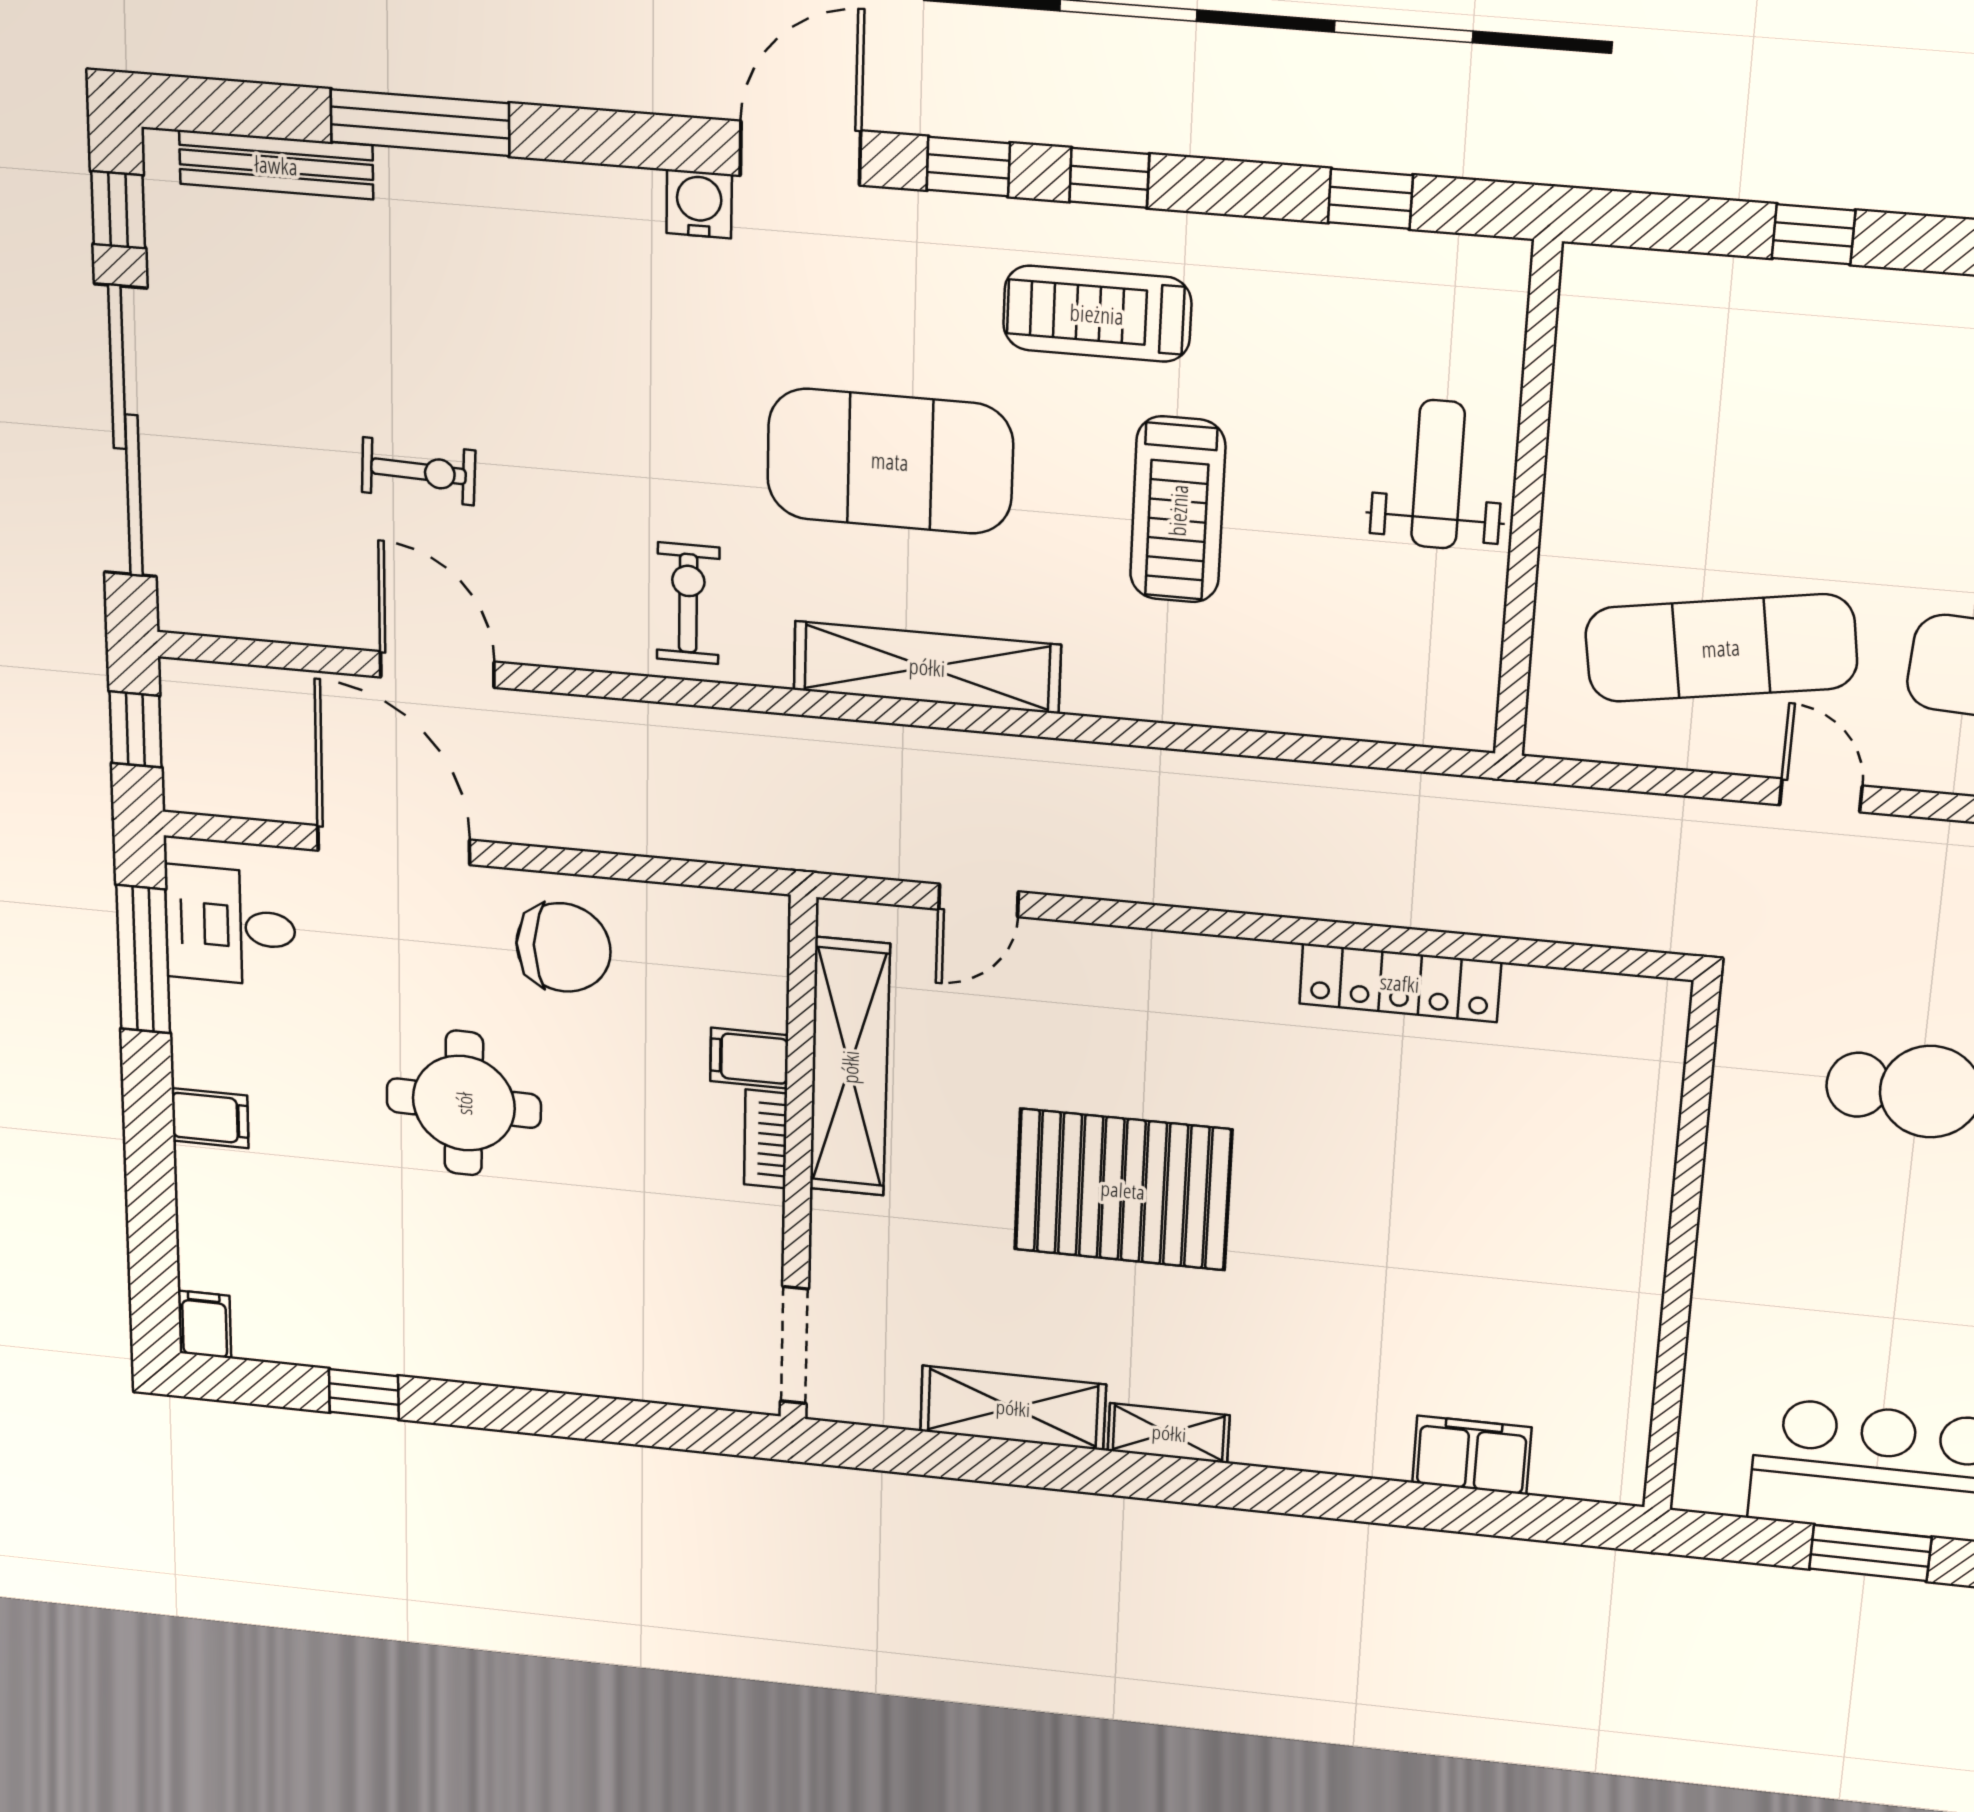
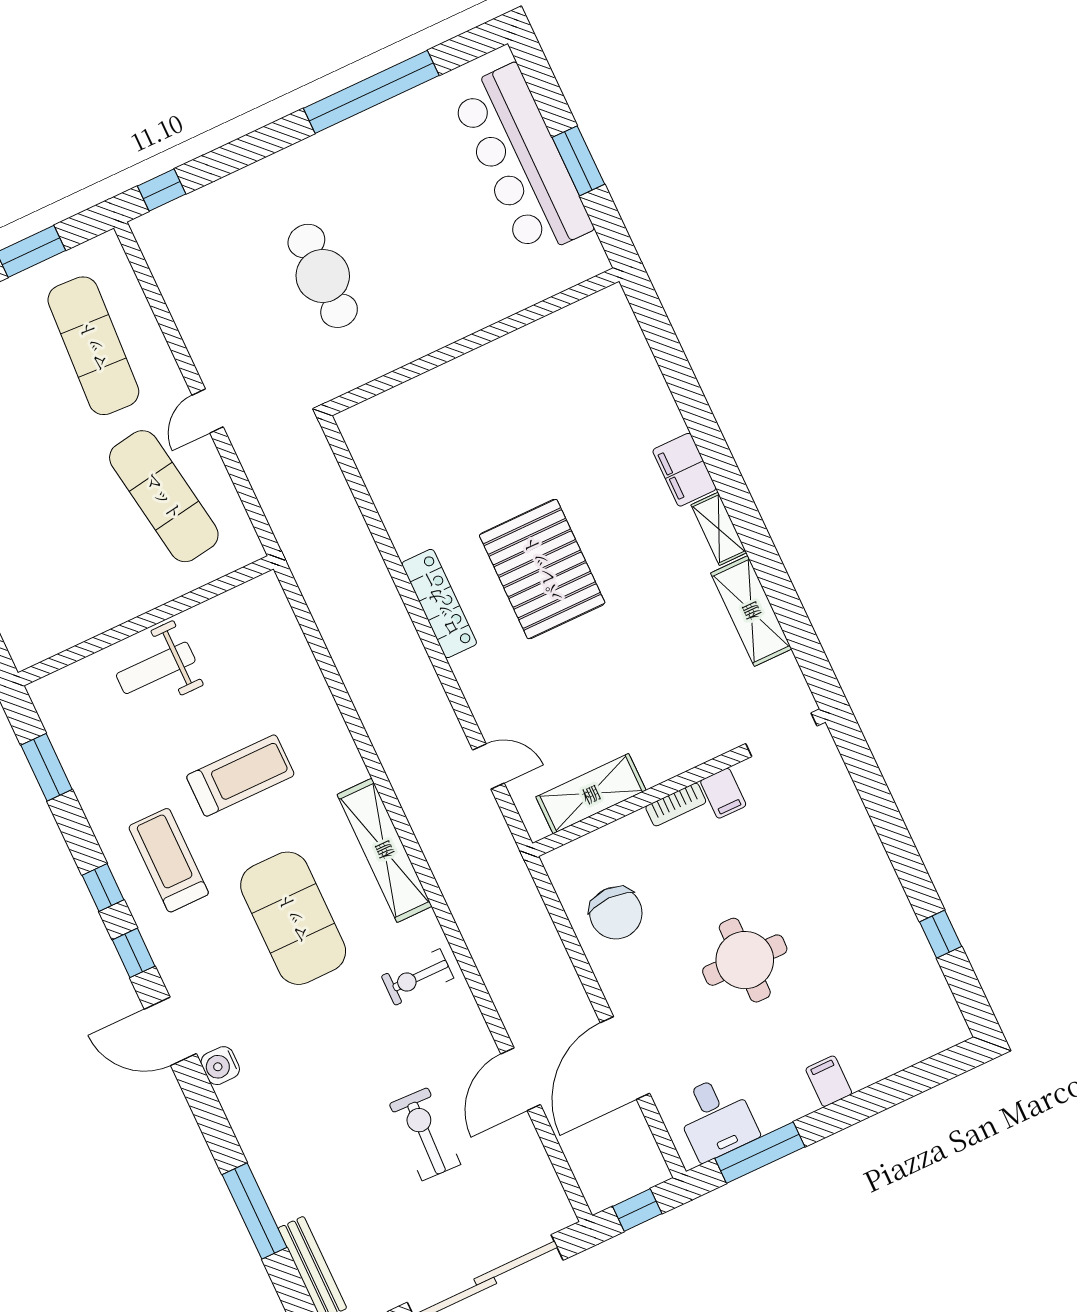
window: (1370, 199) -> (47, 767), width x1.50
treadmill: (1097, 314) -> (169, 860), turned 180
exercise bike: (419, 471) -> (425, 1134), width x1.38, depth x1.39
chair: (563, 947) -> (616, 913), moved, turned 180
locker: (1400, 983) -> (439, 604), moved
filing cabinet: (749, 1058) -> (723, 793), moved
shelving: (850, 1067) -> (591, 794), width x0.68
pallet: (1123, 1190) -> (542, 569), moved
filing cabinet: (204, 1325) -> (949, 1032), removed
filing cabinet: (1472, 1455) -> (684, 470), moved

